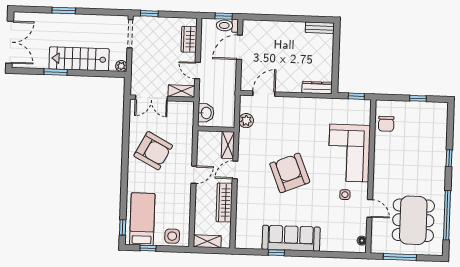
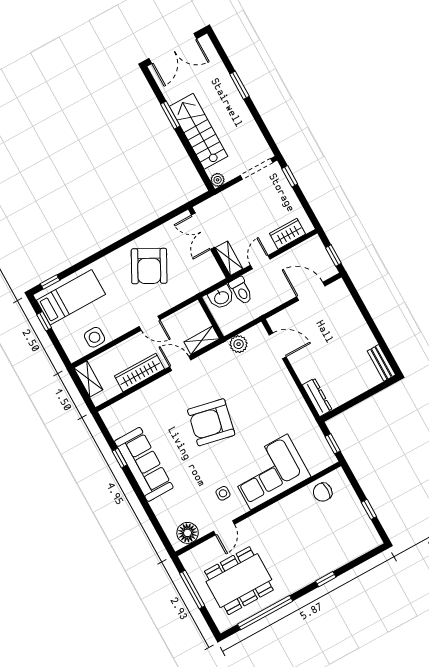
toilet: (227, 26) -> (241, 291), moved, turned 180
armchair: (290, 173) -> (211, 422), turned -146
side table: (172, 236) -> (95, 337), moved
floor lamp: (362, 241) -> (188, 533), width x1.89, depth x1.89

